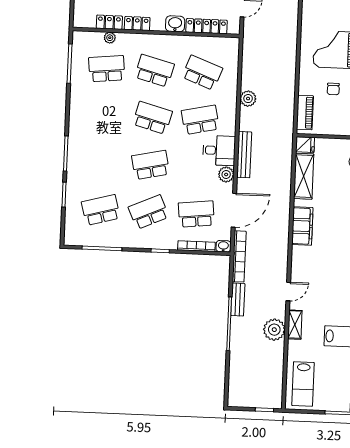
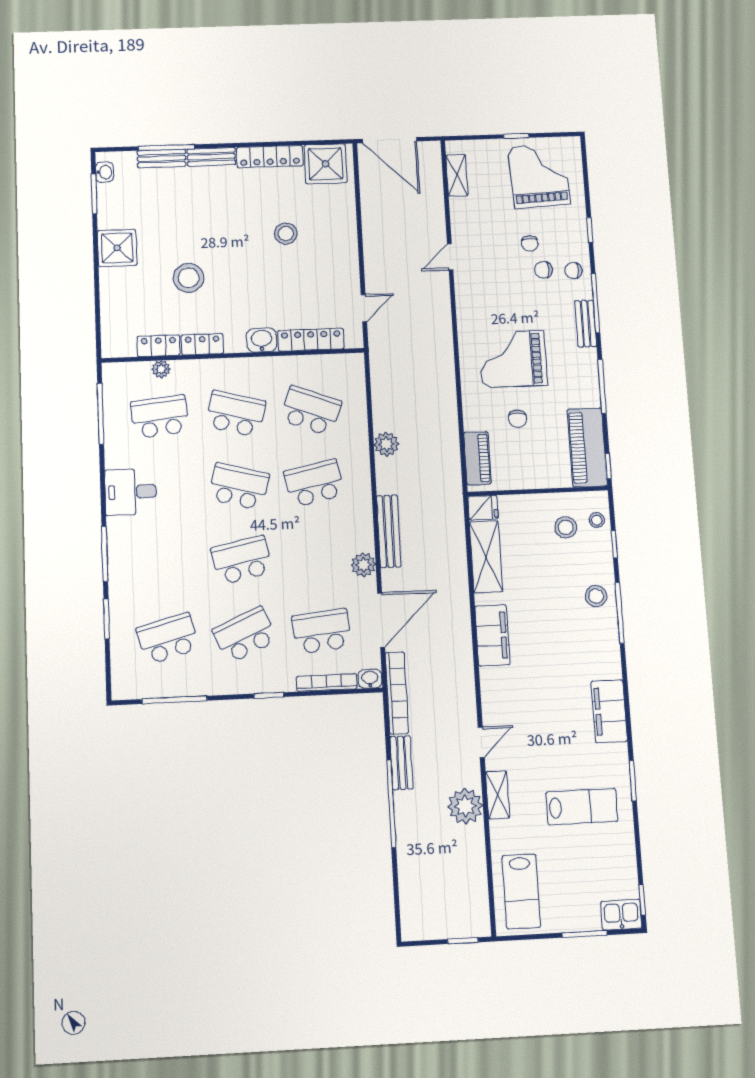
desk: (219, 150) -> (131, 492), moved, turned 180

